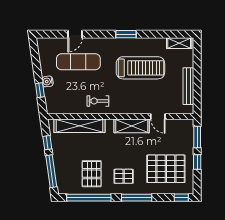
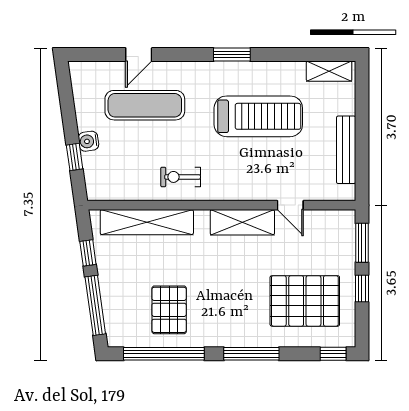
pallet: (124, 176) -> (227, 315), removed

